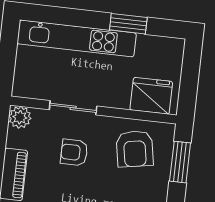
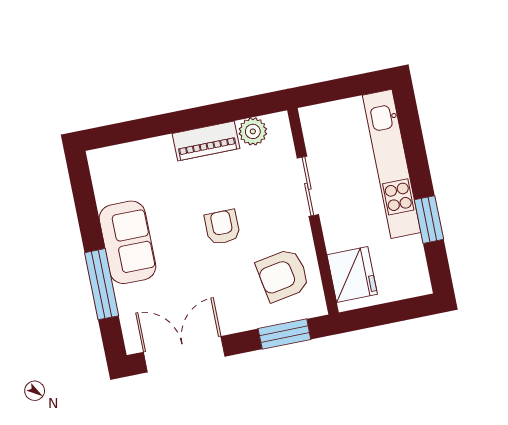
plant: (20, 117) -> (253, 131), moved
armchair: (74, 152) -> (222, 227), moved

